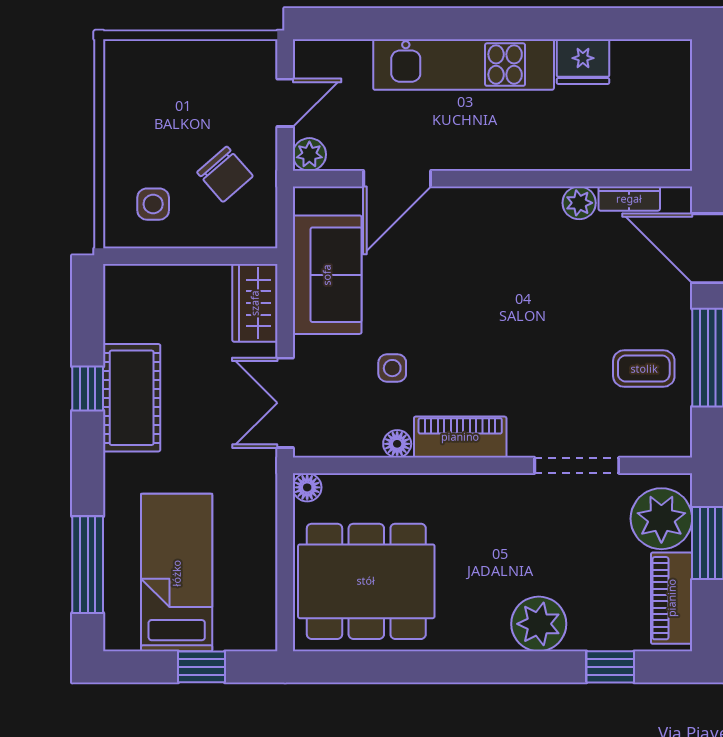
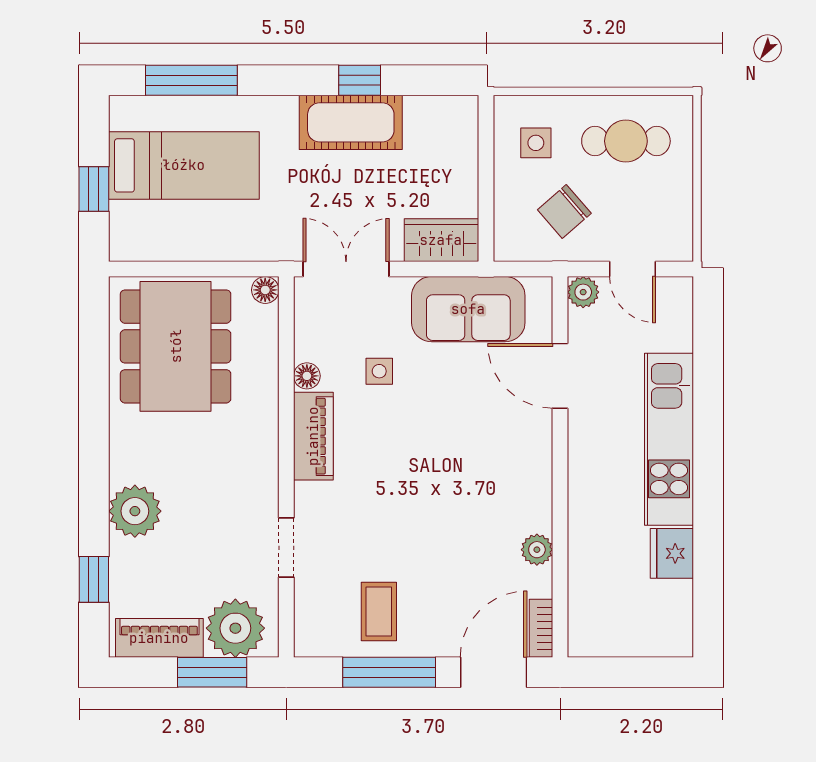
cafe table: (151, 110) -> (626, 141), added
bookcase: (629, 199) -> (541, 628), moved
doorway: (577, 465) -> (286, 547), width x0.73

